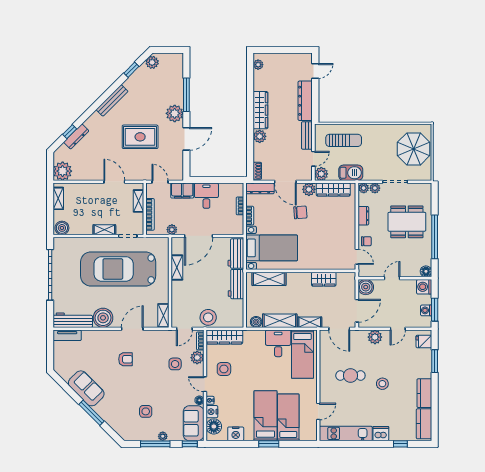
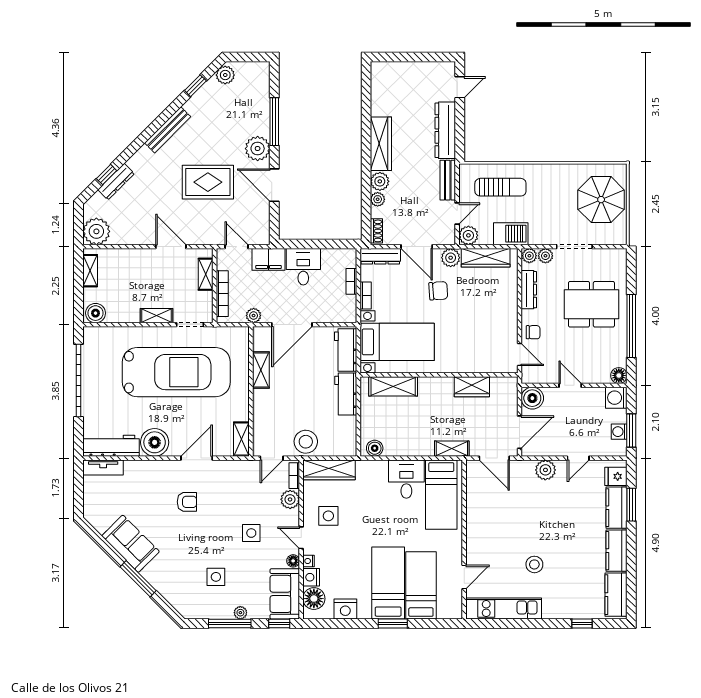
plant: (258, 65) -> (378, 199), moved
door: (186, 139) -> (274, 185), swing flipped
dresser: (363, 216) -> (529, 290), width x1.44
car: (118, 269) -> (176, 372), turned 180
door: (392, 278) -> (570, 385), hinge flipped
shelving: (280, 321) -> (409, 447), removed
kitchen counter: (424, 363) -> (617, 508), added
side table: (175, 364) -> (251, 533), moved
cafe table: (350, 376) -> (510, 525), removed
stool: (382, 384) -> (534, 564), moved
dishwasher: (381, 434) -> (554, 609), removed

